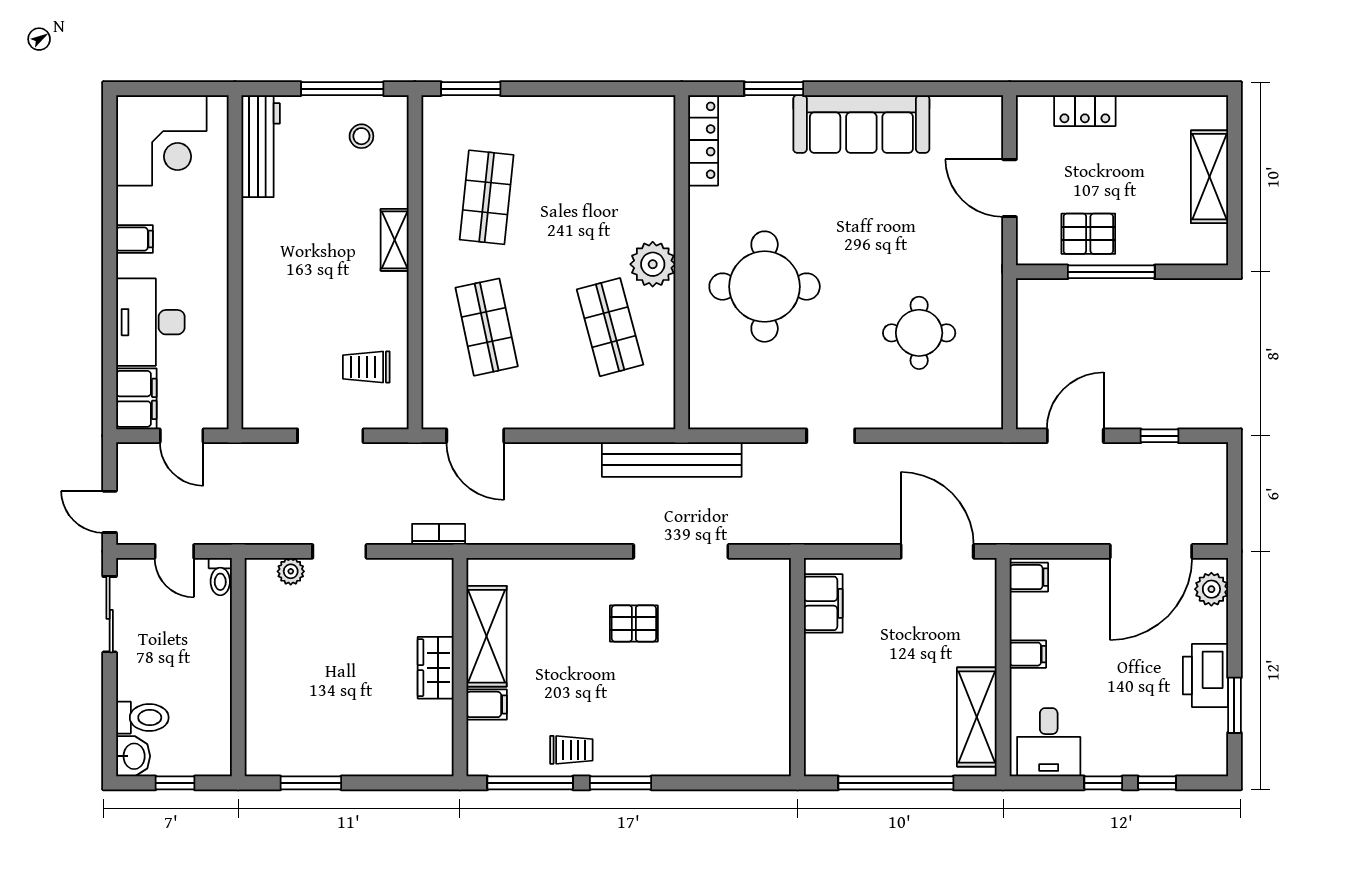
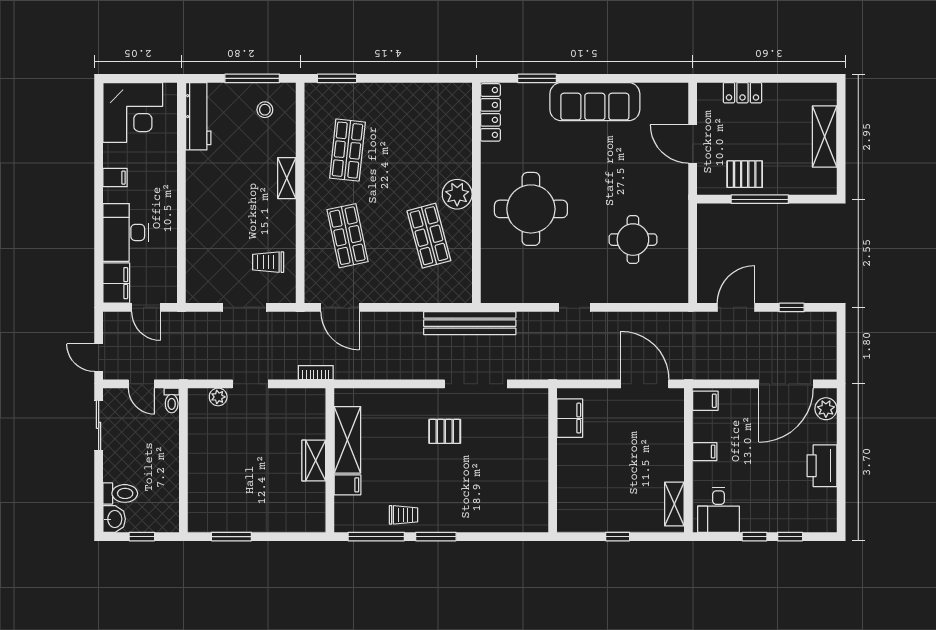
window: (1234, 705) -> (841, 485), removed
shelving: (977, 717) -> (674, 504), width x0.67, depth x0.75
window: (896, 783) -> (618, 537), width x0.32

